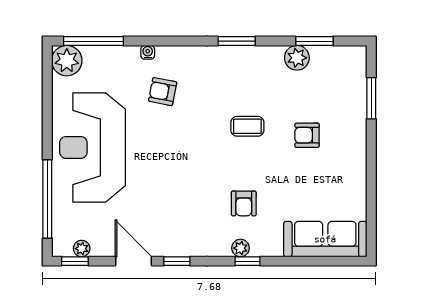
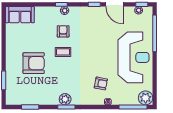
plant: (297, 58) -> (65, 99), moved
coffee table: (247, 126) -> (63, 52), moved
armchair: (307, 135) -> (34, 63), width x1.88, depth x1.88
sofa: (325, 239) -> (20, 15), width x0.73

